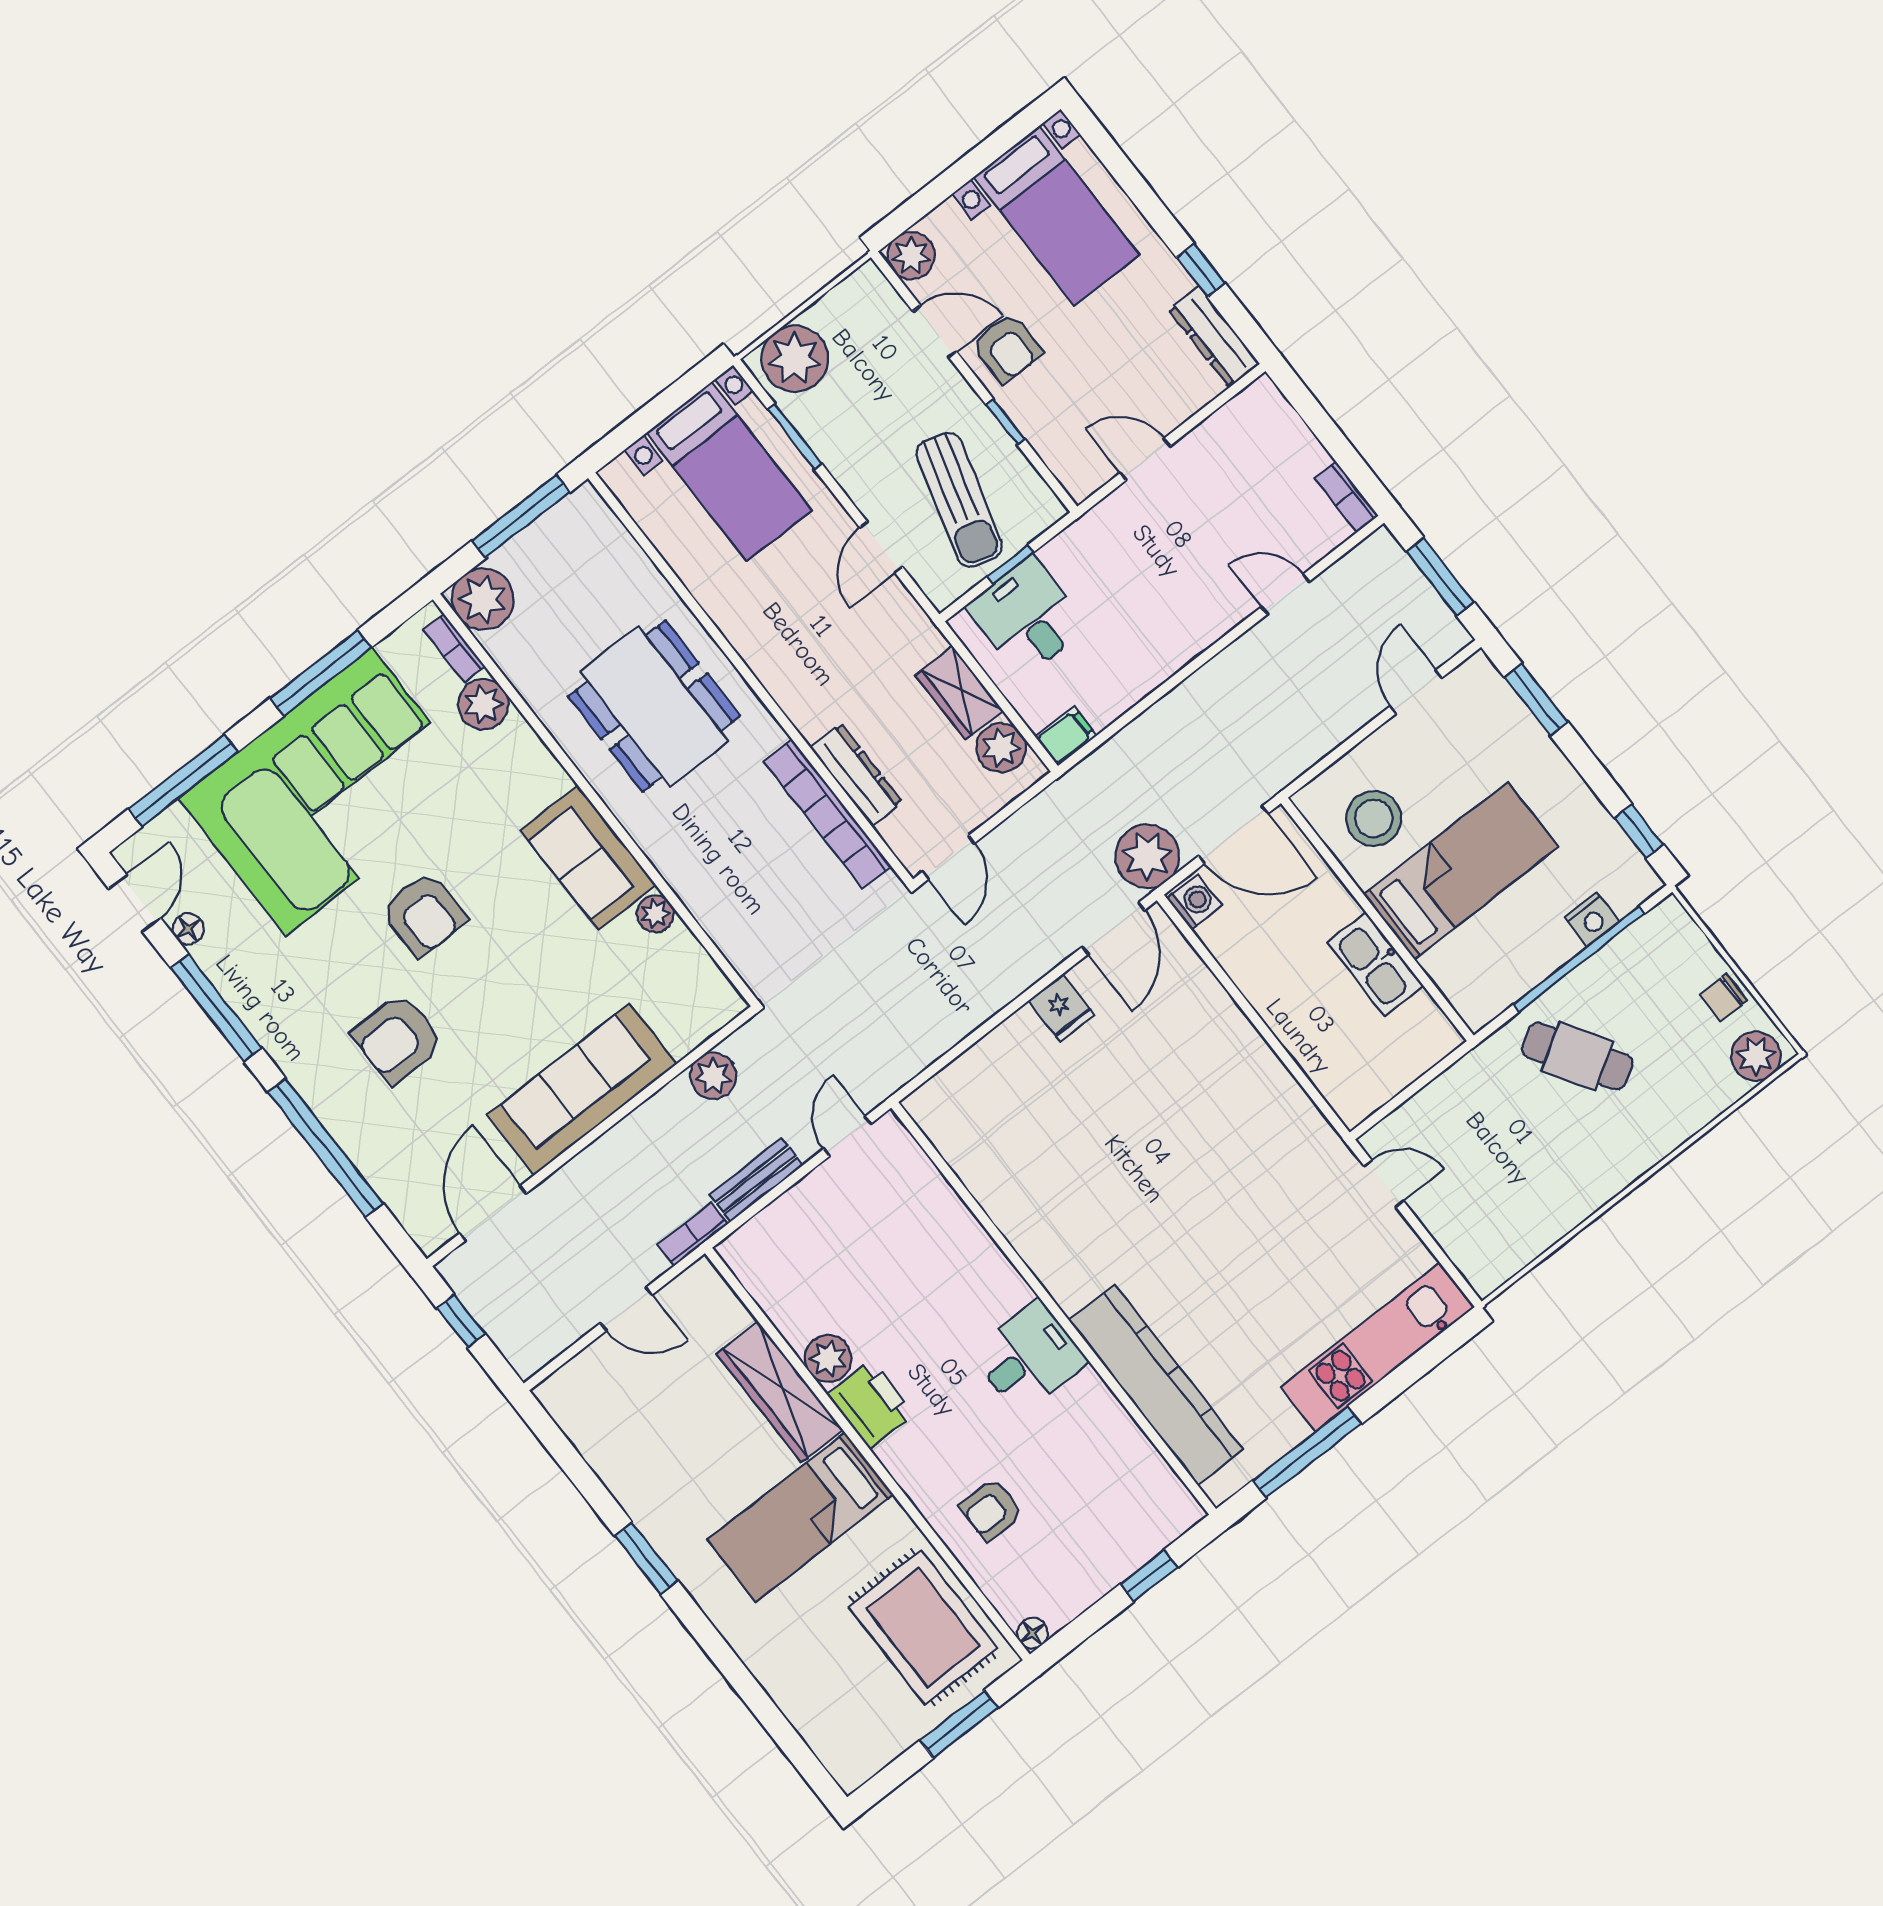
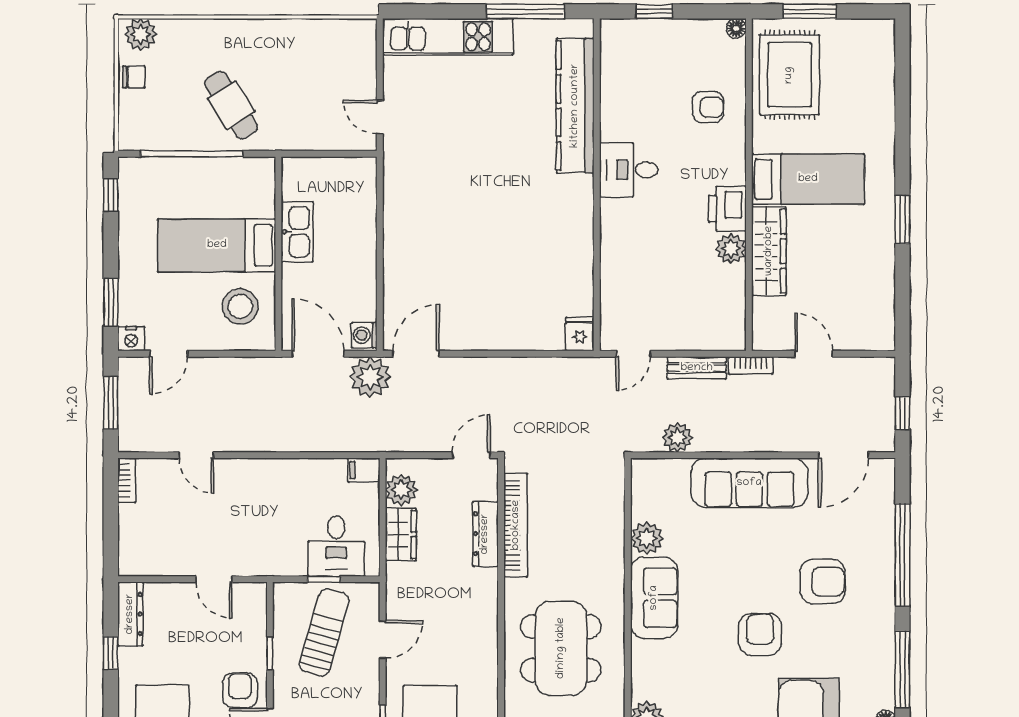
plant: (655, 914) -> (647, 538), width x1.38, depth x1.38
nightstand: (1592, 919) -> (131, 339), moved, turned 180
fridge: (1061, 1008) -> (580, 334), moved

